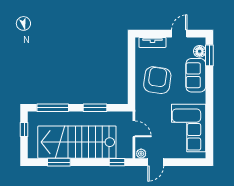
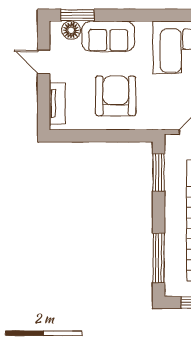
armchair: (157, 80) -> (116, 96), turned 82
window: (95, 108) -> (159, 173), moved

